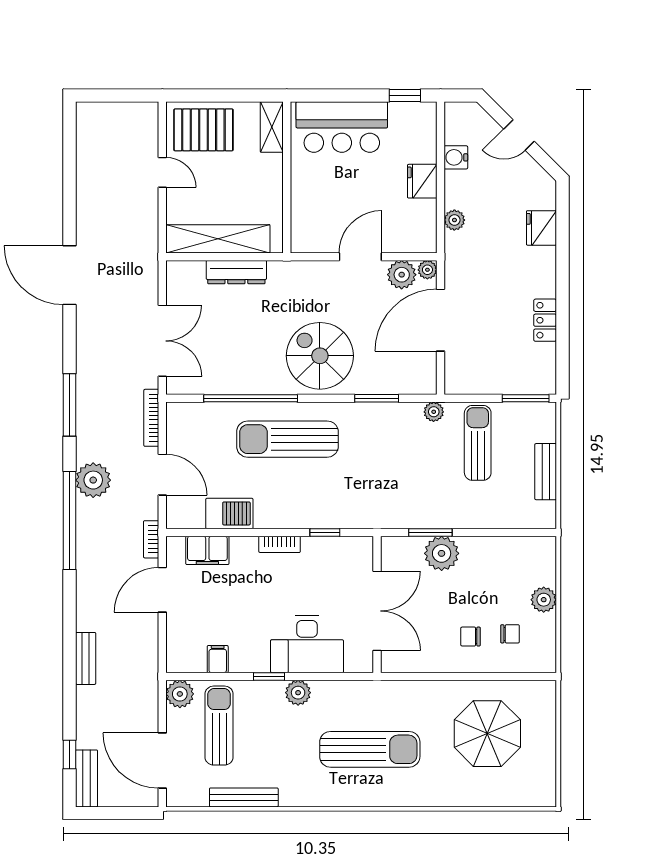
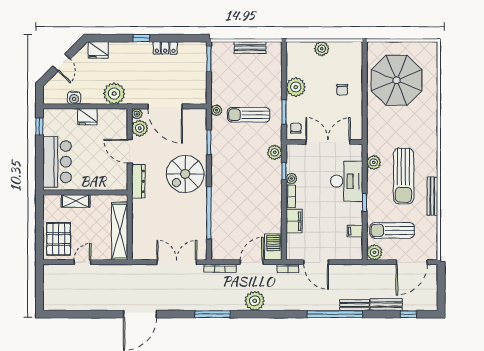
shelving: (272, 127) -> (76, 201), moved
plant: (454, 220) -> (114, 94), width x1.88, depth x1.88
fridge: (541, 228) -> (98, 50), moved
dresser: (236, 272) -> (138, 181), moved
window: (563, 277) -> (141, 38), added
sun lounger: (287, 439) -> (232, 192), removed
sun lounger: (478, 443) -> (249, 115), moved
barbecue: (229, 513) -> (273, 247), moved
plant: (358, 516) -> (275, 152), added
window: (70, 521) -> (335, 314), moved
plant: (312, 546) -> (291, 178), added
filing cabinet: (207, 550) -> (294, 221), moved
plant: (442, 553) -> (296, 87), moved
chair: (510, 634) -> (296, 128), moved
plant: (298, 693) -> (374, 162), moved
parasol: (487, 734) -> (397, 80), width x1.36, depth x1.36
sun lounger: (370, 749) -> (404, 176), moved, turned 180
bench: (87, 778) -> (386, 305), moved
bench: (244, 797) -> (432, 196), moved

